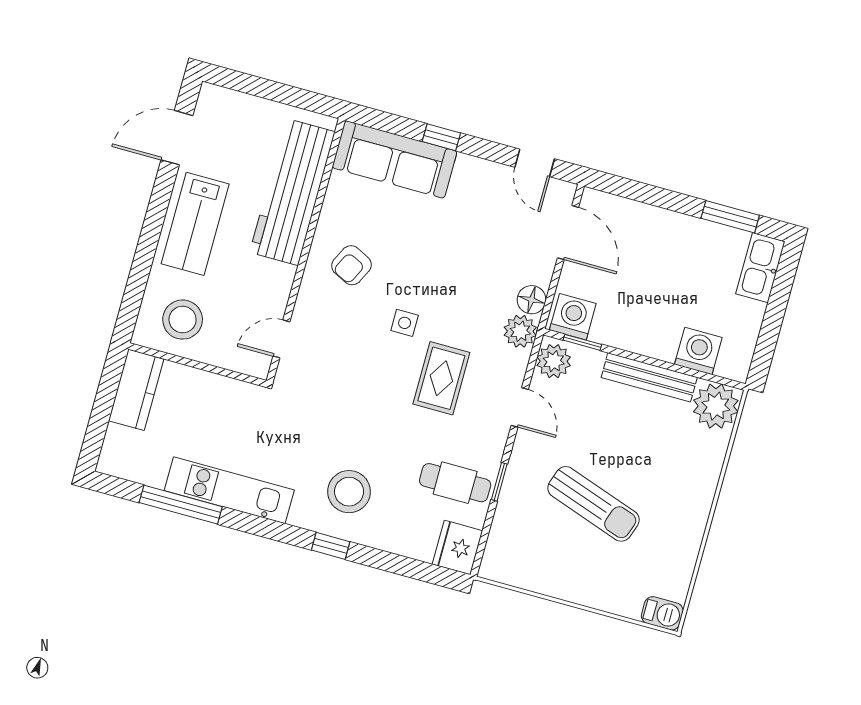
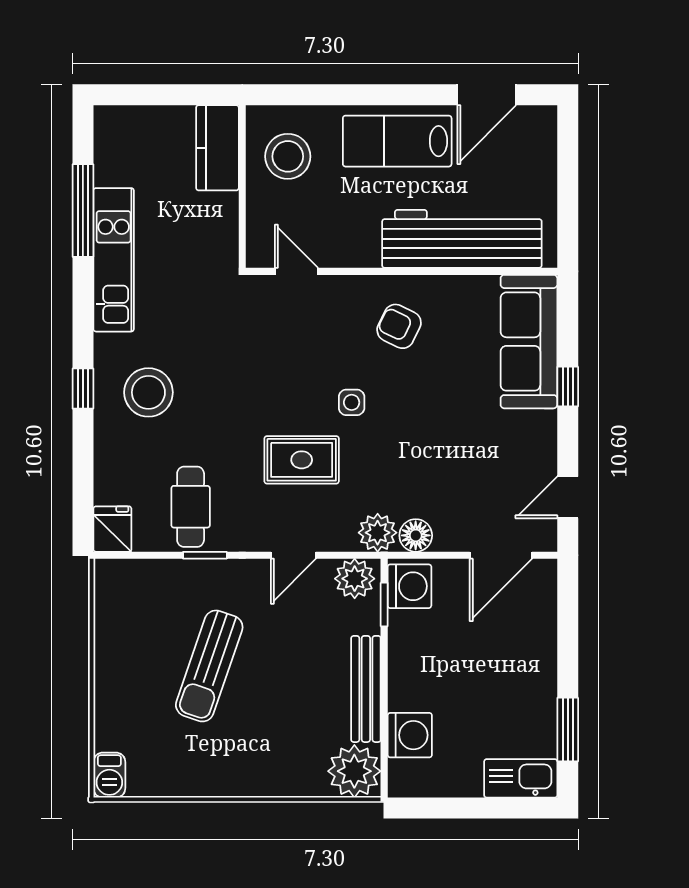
door: (177, 138) -> (487, 95), swing flipped
kitchen counter: (136, 390) -> (217, 148), moved, turned 90
fridge: (457, 547) -> (112, 529), width x0.72

